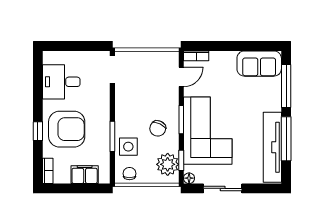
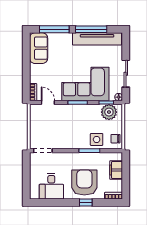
chair: (158, 128) -> (84, 119), removed

